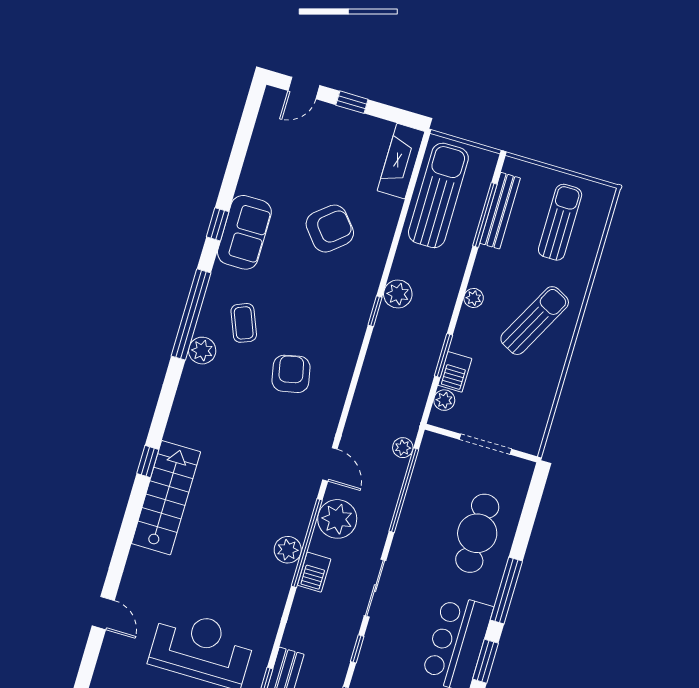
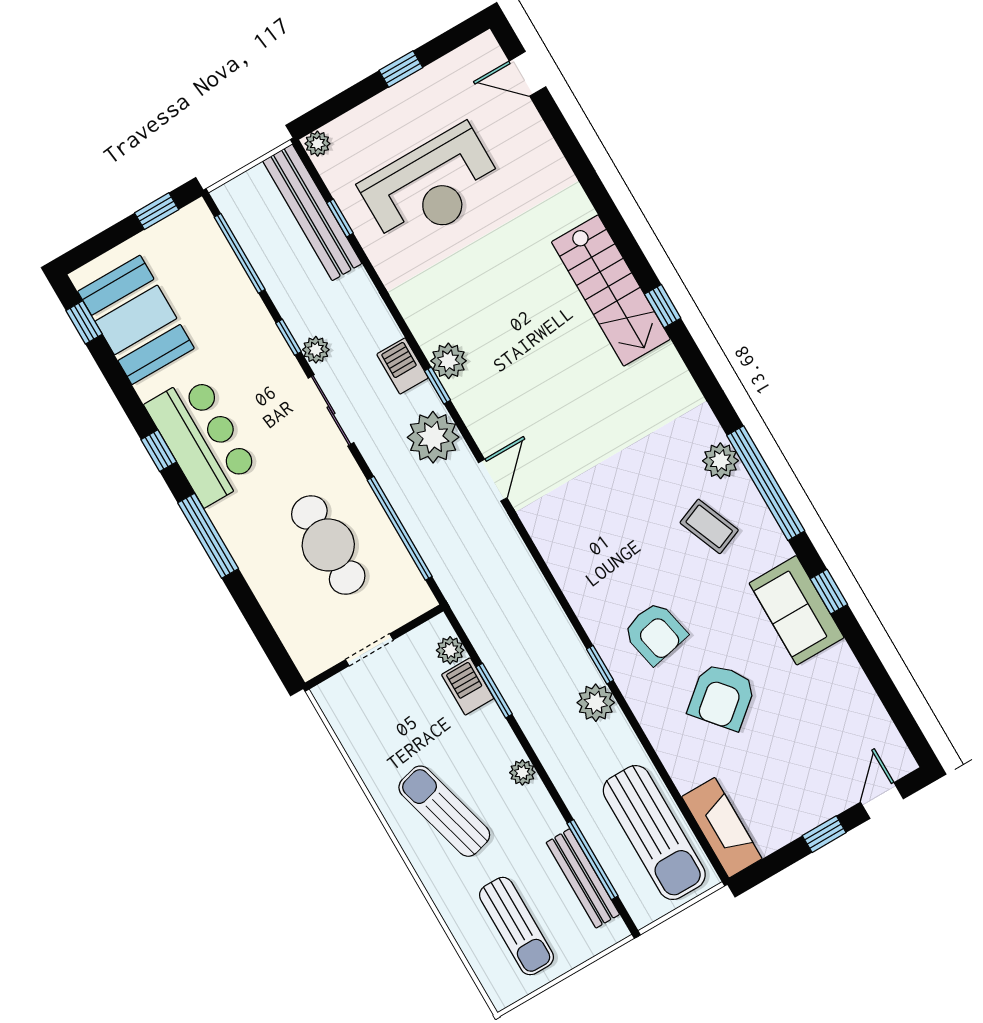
sun lounger: (535, 321) -> (444, 811), turned 137
armchair: (291, 374) -> (655, 633), moved
doorway: (485, 444) -> (369, 650), width x0.73
plant: (403, 448) -> (316, 350), moved
door: (330, 464) -> (493, 480), swing flipped
cafe table: (477, 533) -> (328, 545), moved
window: (307, 543) -> (438, 386), width x0.32
door: (103, 613) -> (528, 74), moved
window: (486, 661) -> (159, 451), width x0.67

